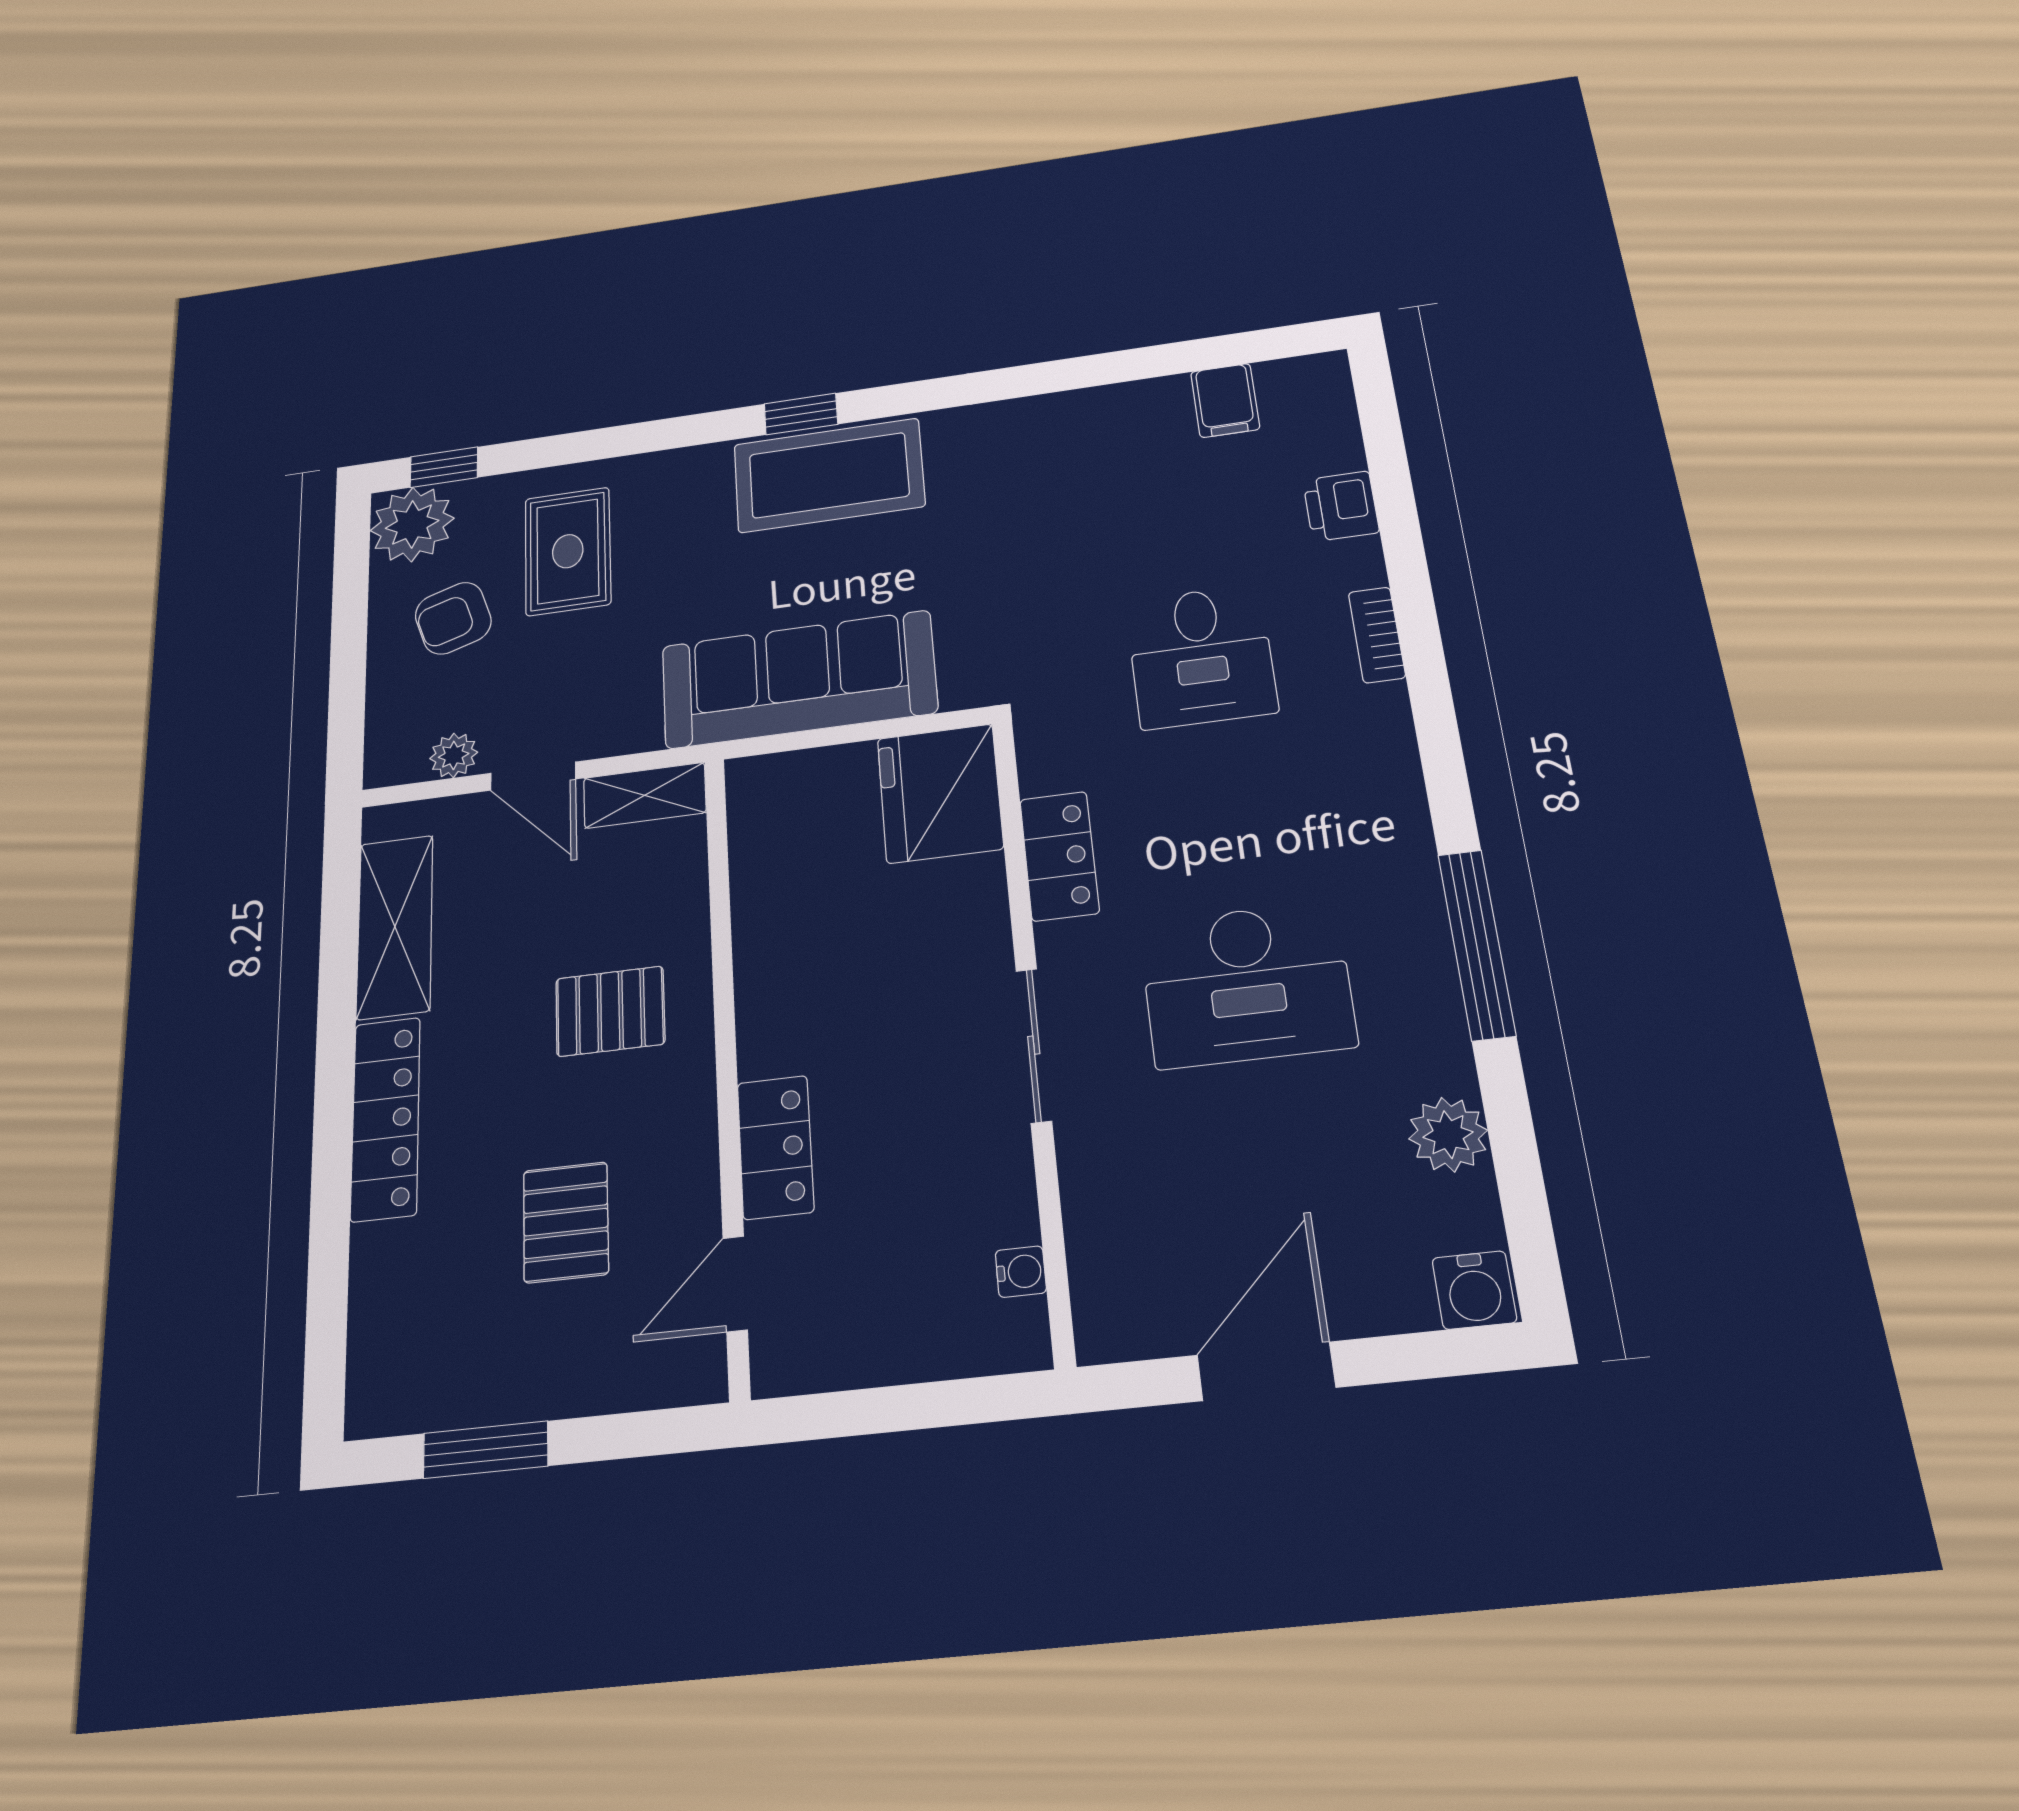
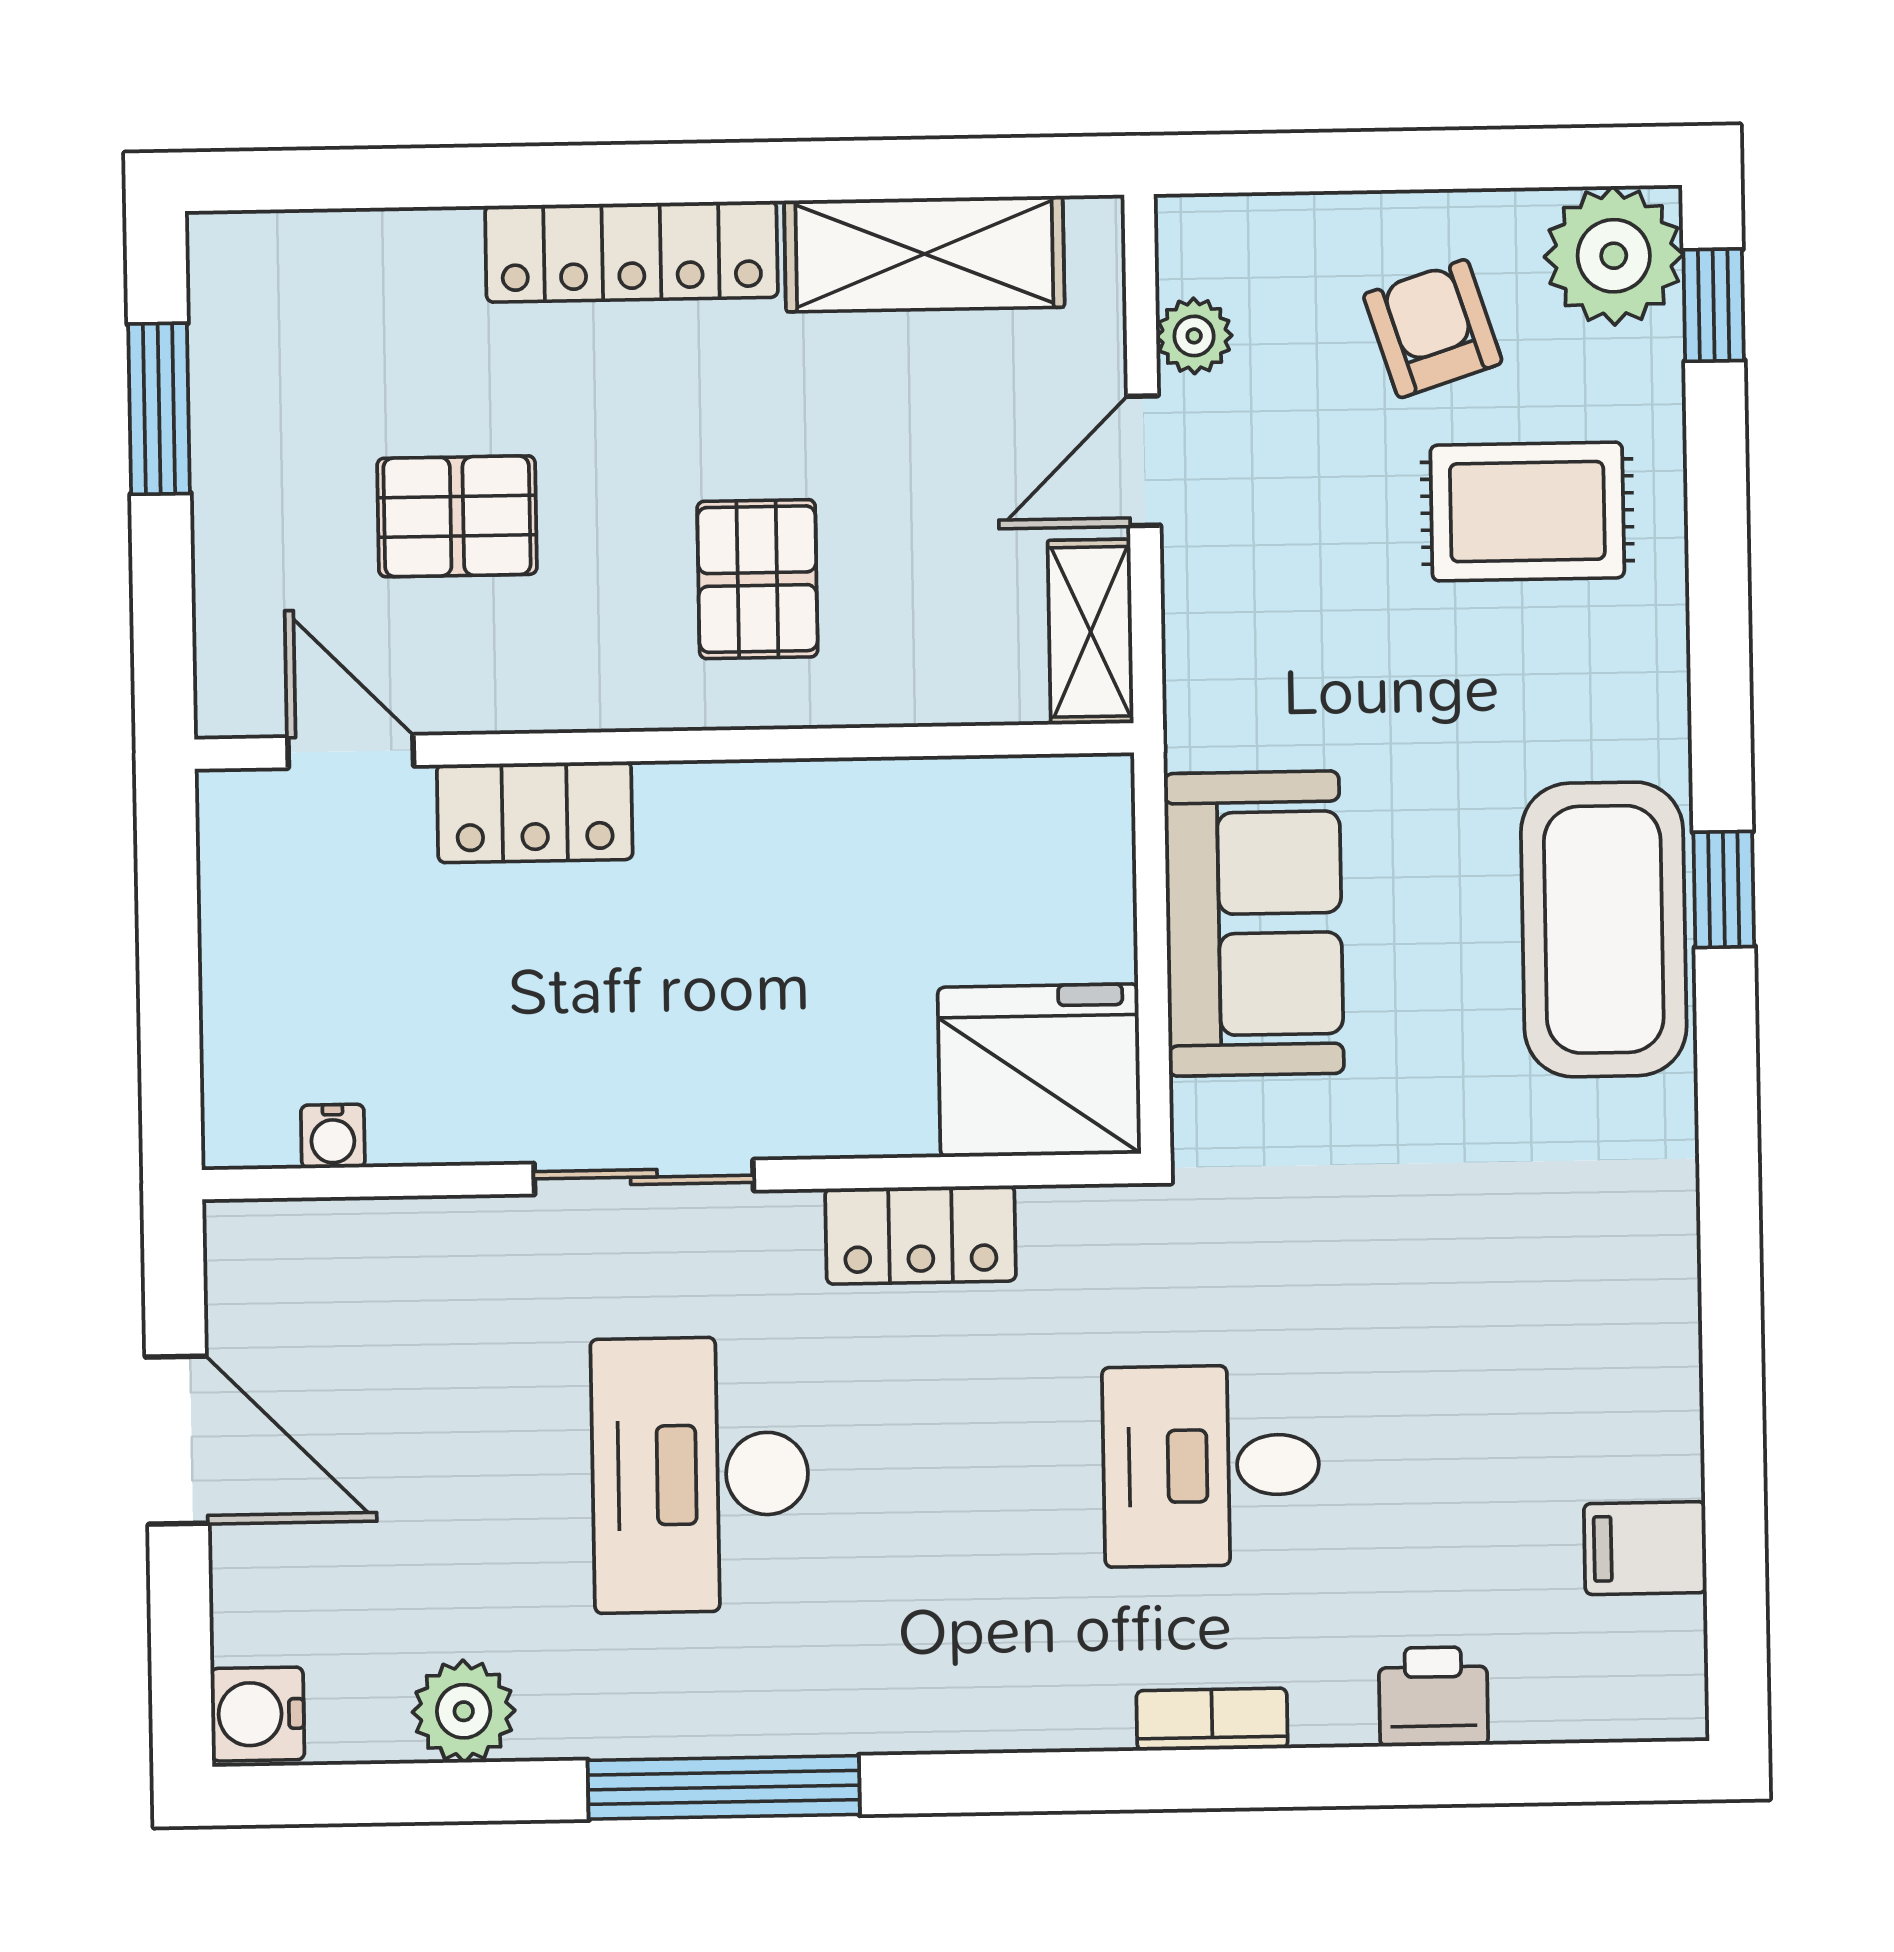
sofa: (798, 679) -> (1254, 924), width x0.73

